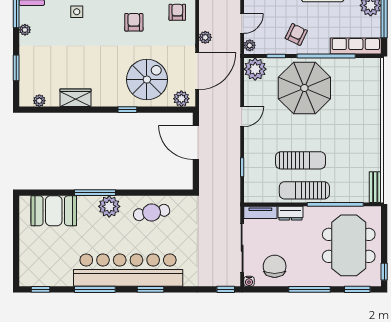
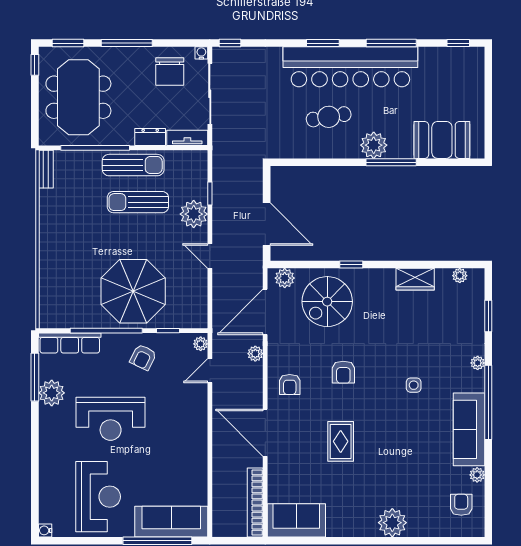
plant: (255, 69) -> (194, 214), moved
door: (242, 117) -> (210, 256), hinge flipped
cafe table: (152, 212) -> (329, 117), moved

